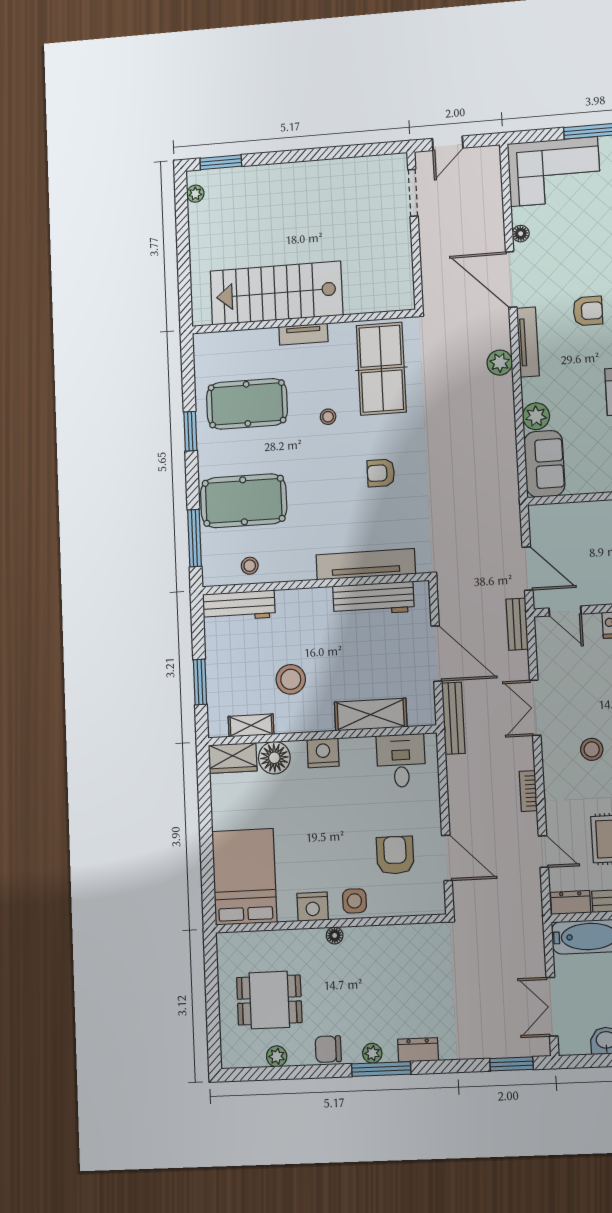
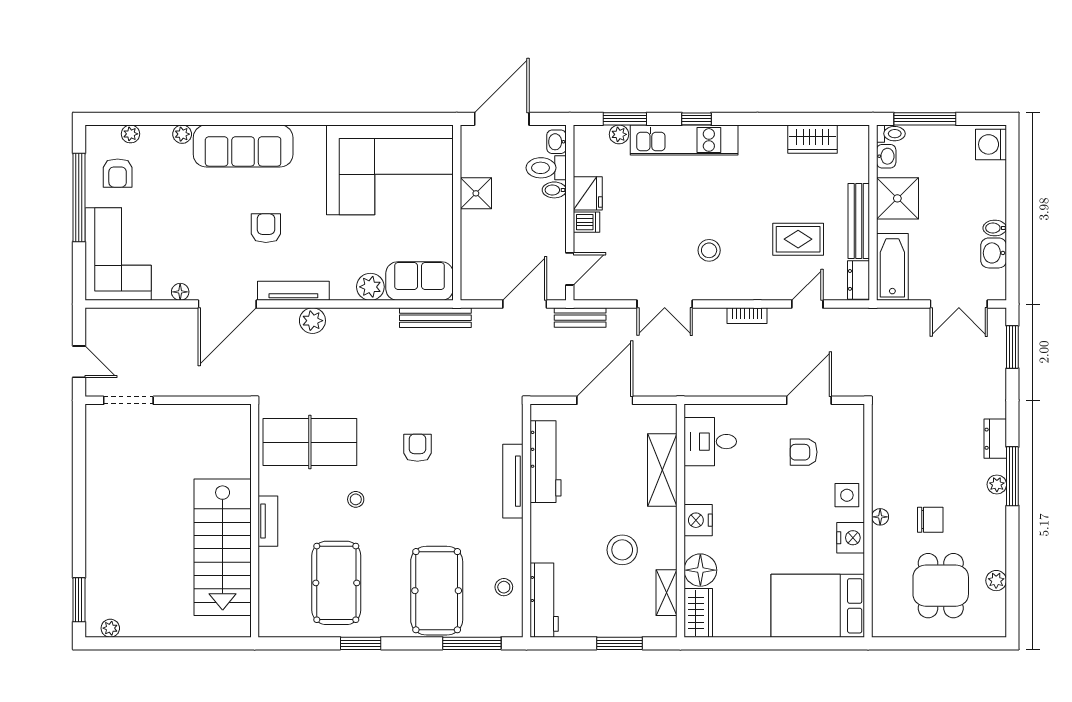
armchair: (381, 473) -> (417, 448), turned 180
tv unit: (366, 564) -> (513, 481), width x0.73, depth x0.78
bench: (453, 718) -> (435, 318), moved
armchair: (395, 855) -> (804, 452), width x0.72, depth x0.72
chair: (328, 1049) -> (930, 520), moved, turned -90

